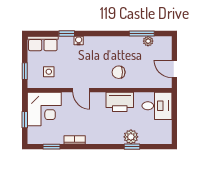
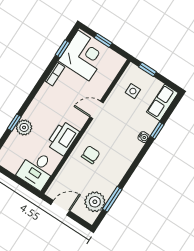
plant: (148, 41) -> (95, 202), width x1.87, depth x1.87
corner desk: (44, 109) -> (84, 56), moved, turned 180

